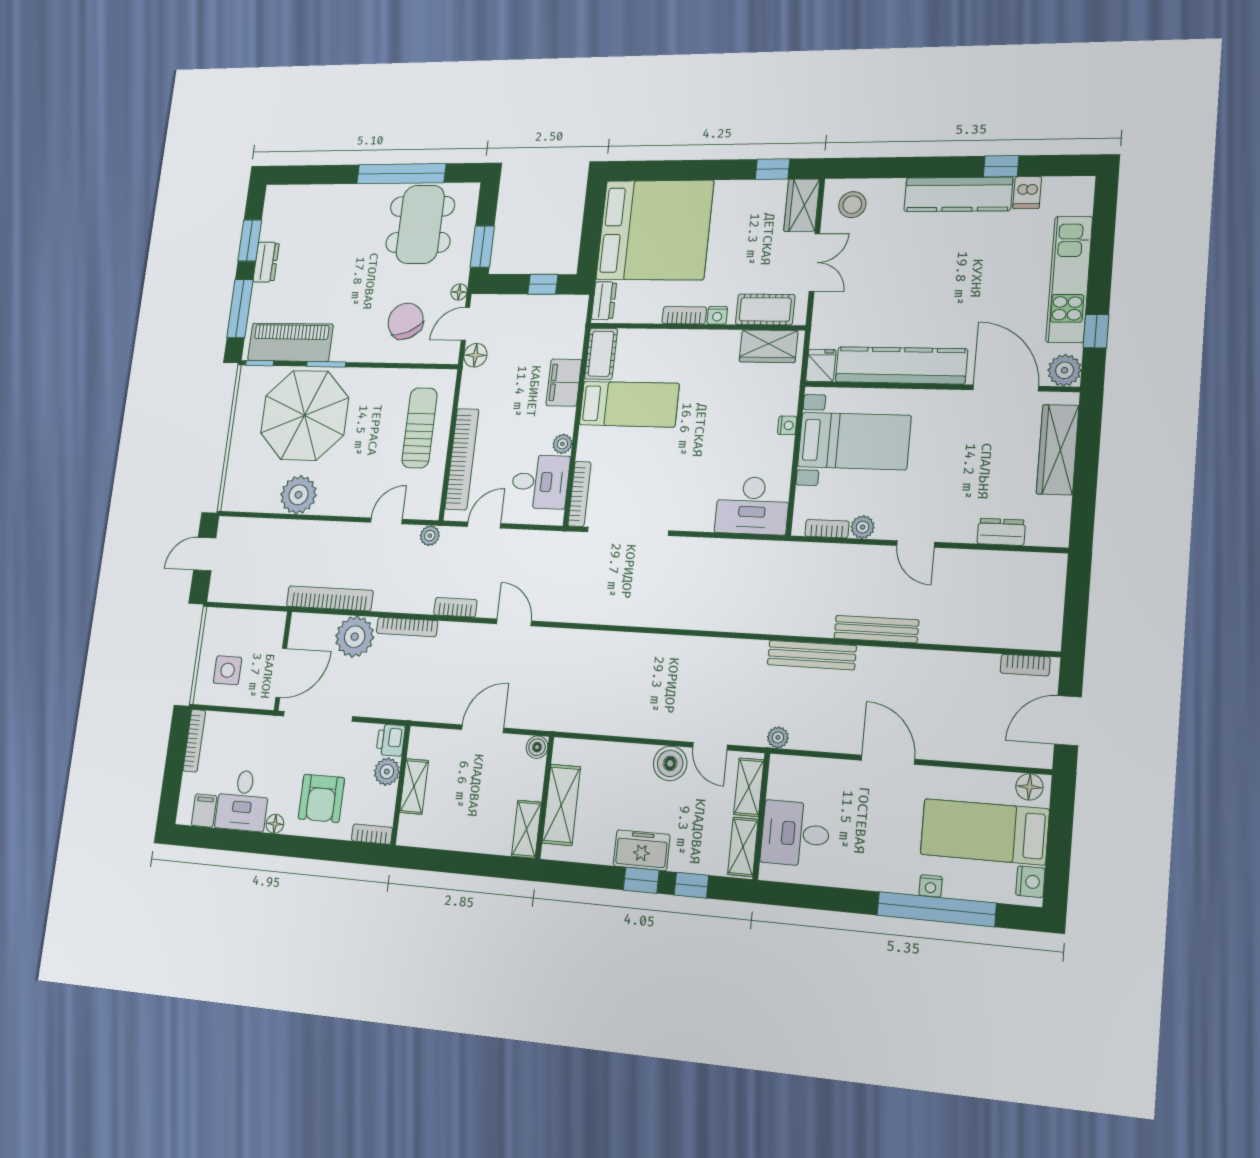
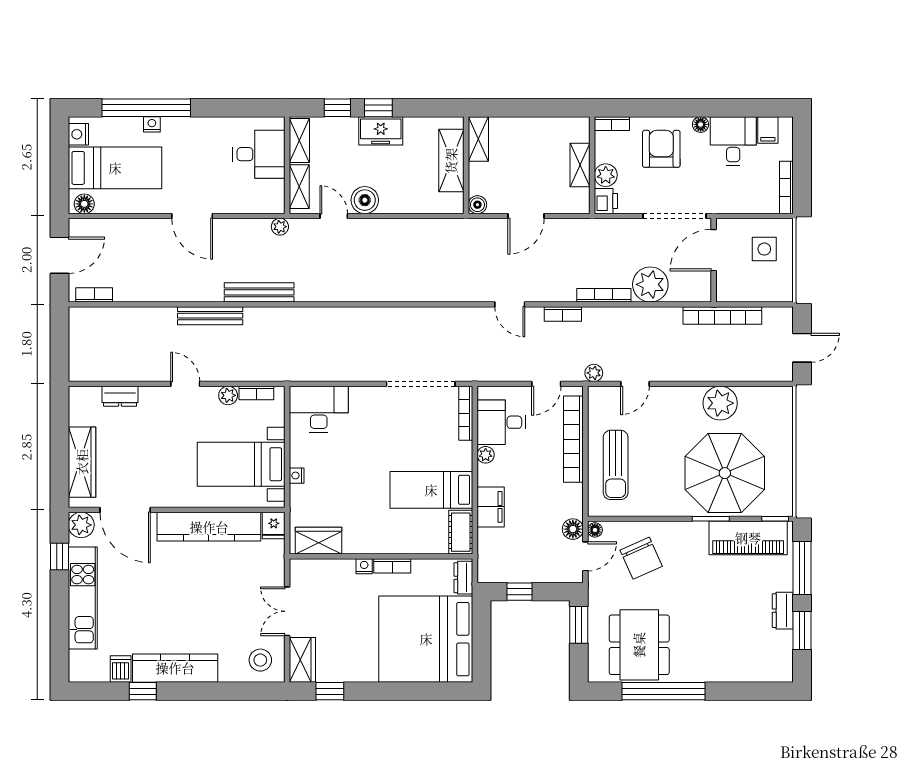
floor lamp: (459, 292) -> (595, 530), moved
cot: (765, 309) -> (324, 571), removed
bookcase: (330, 598) -> (722, 315), moved

